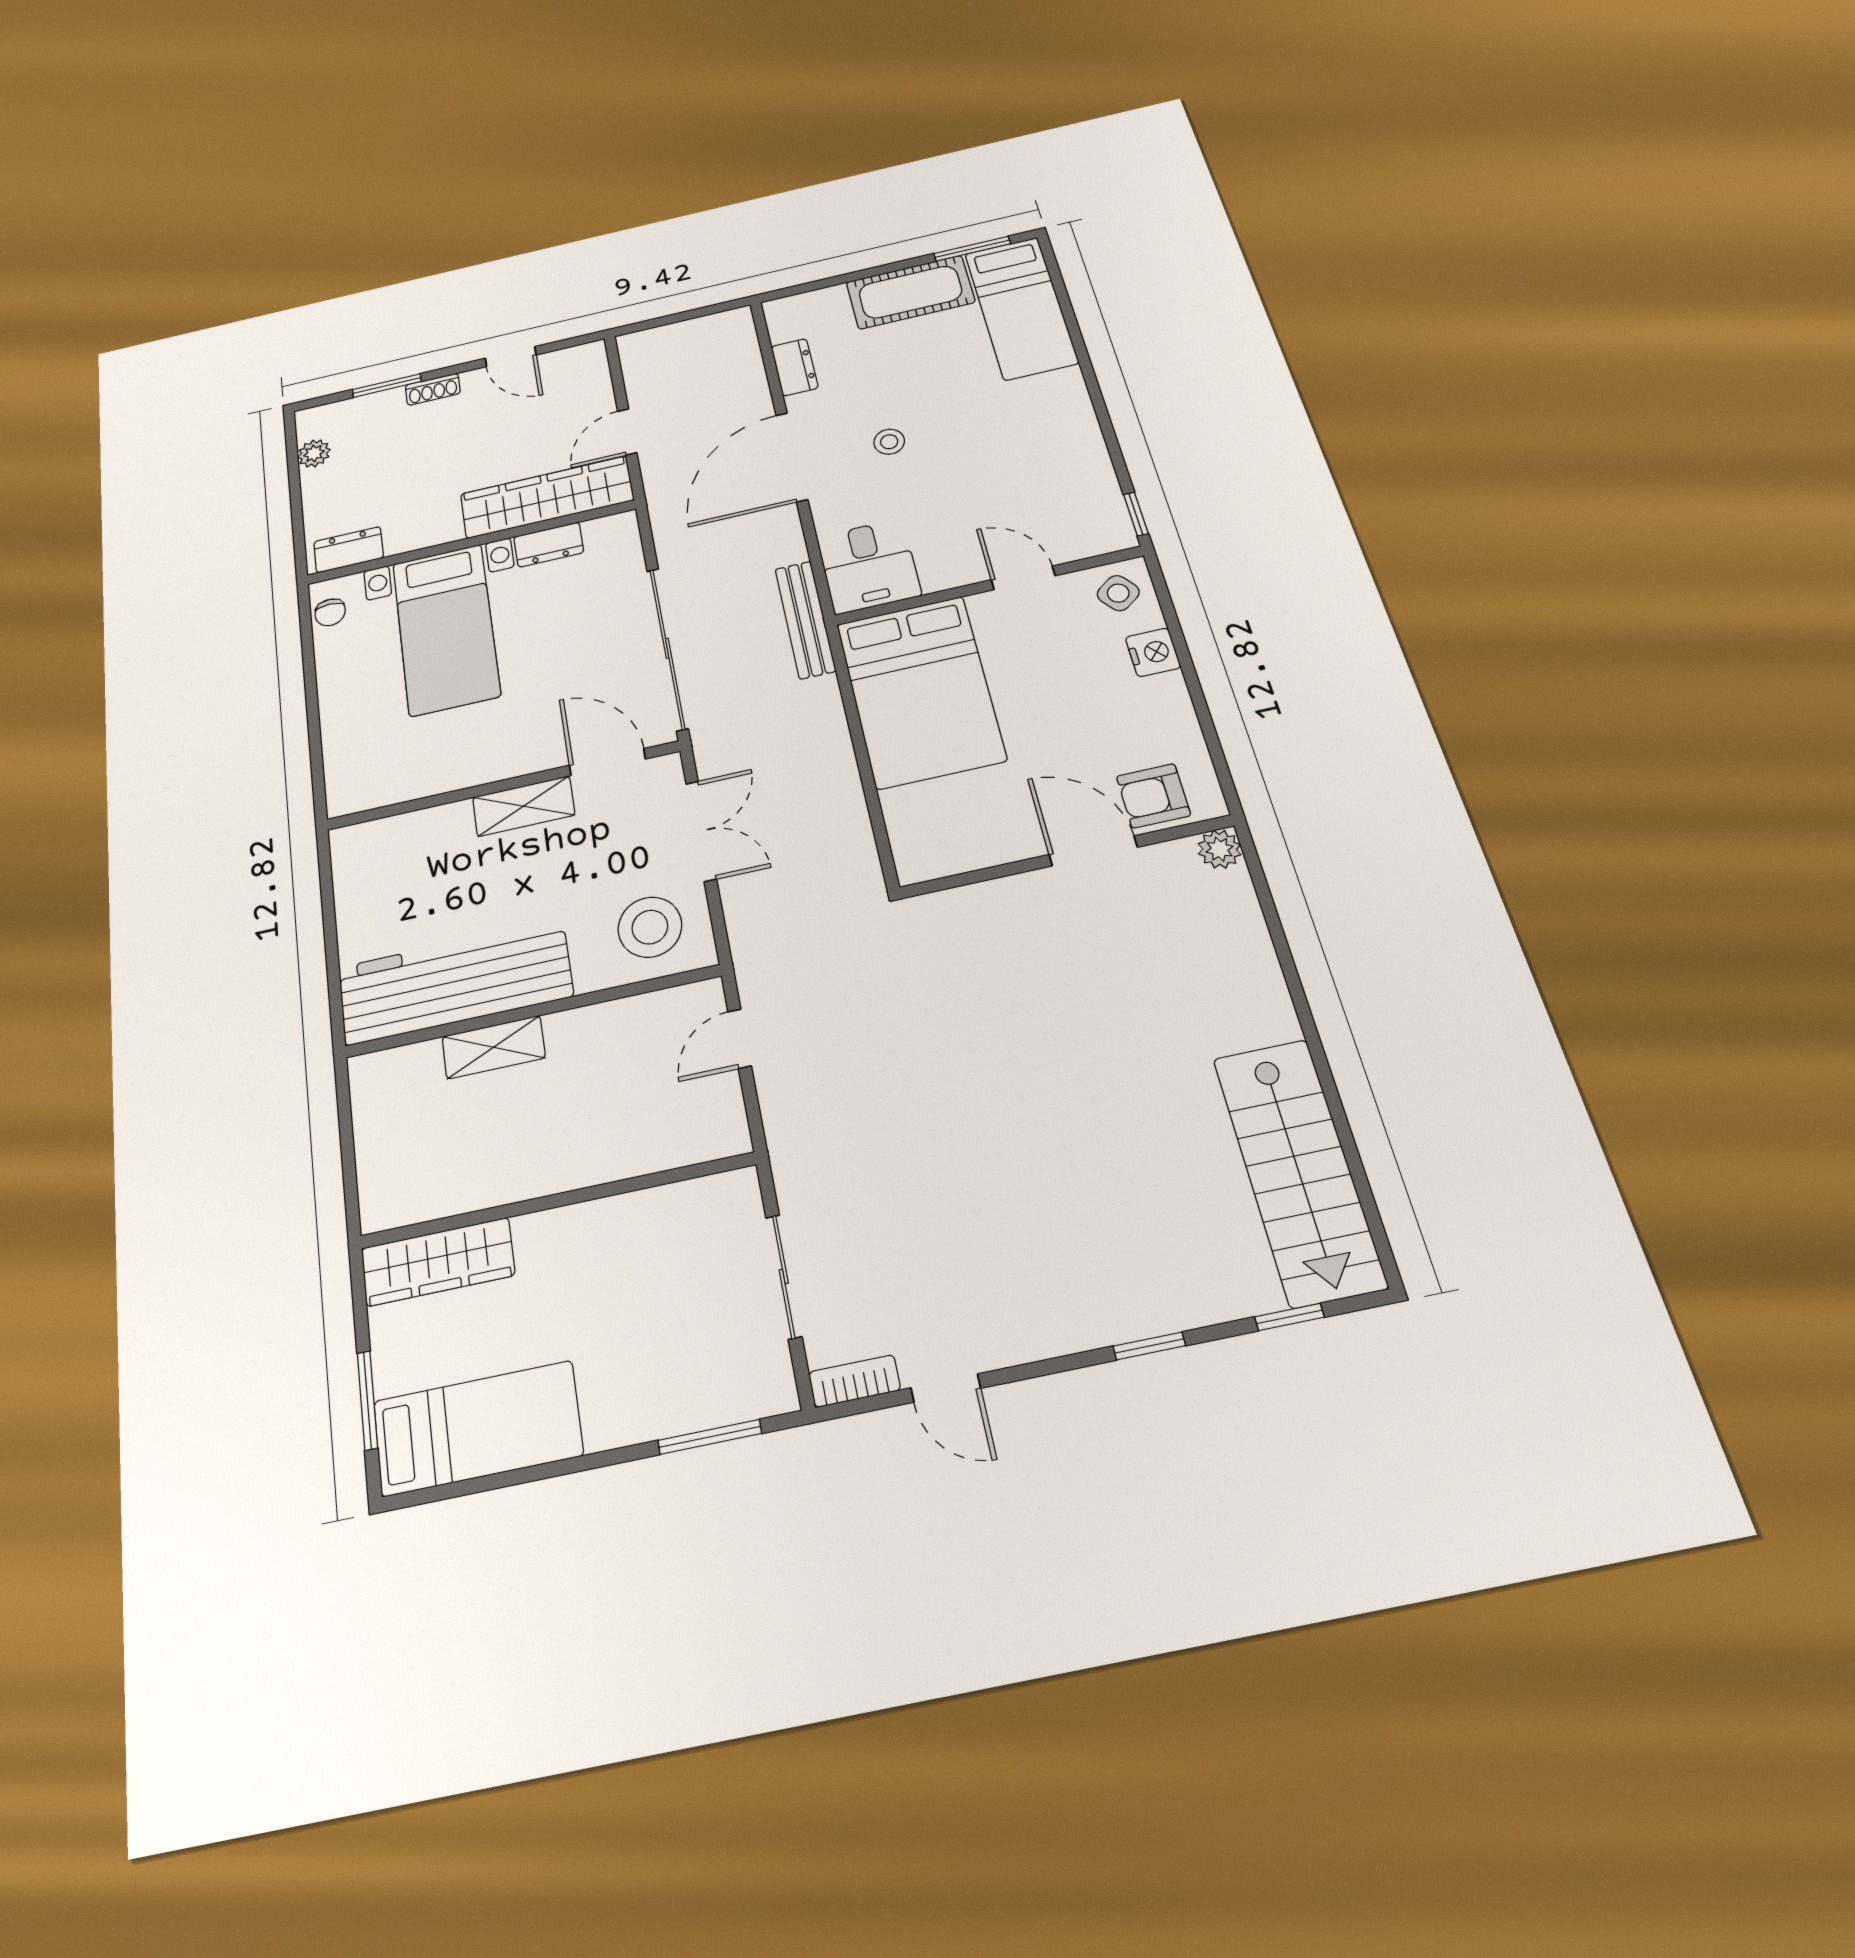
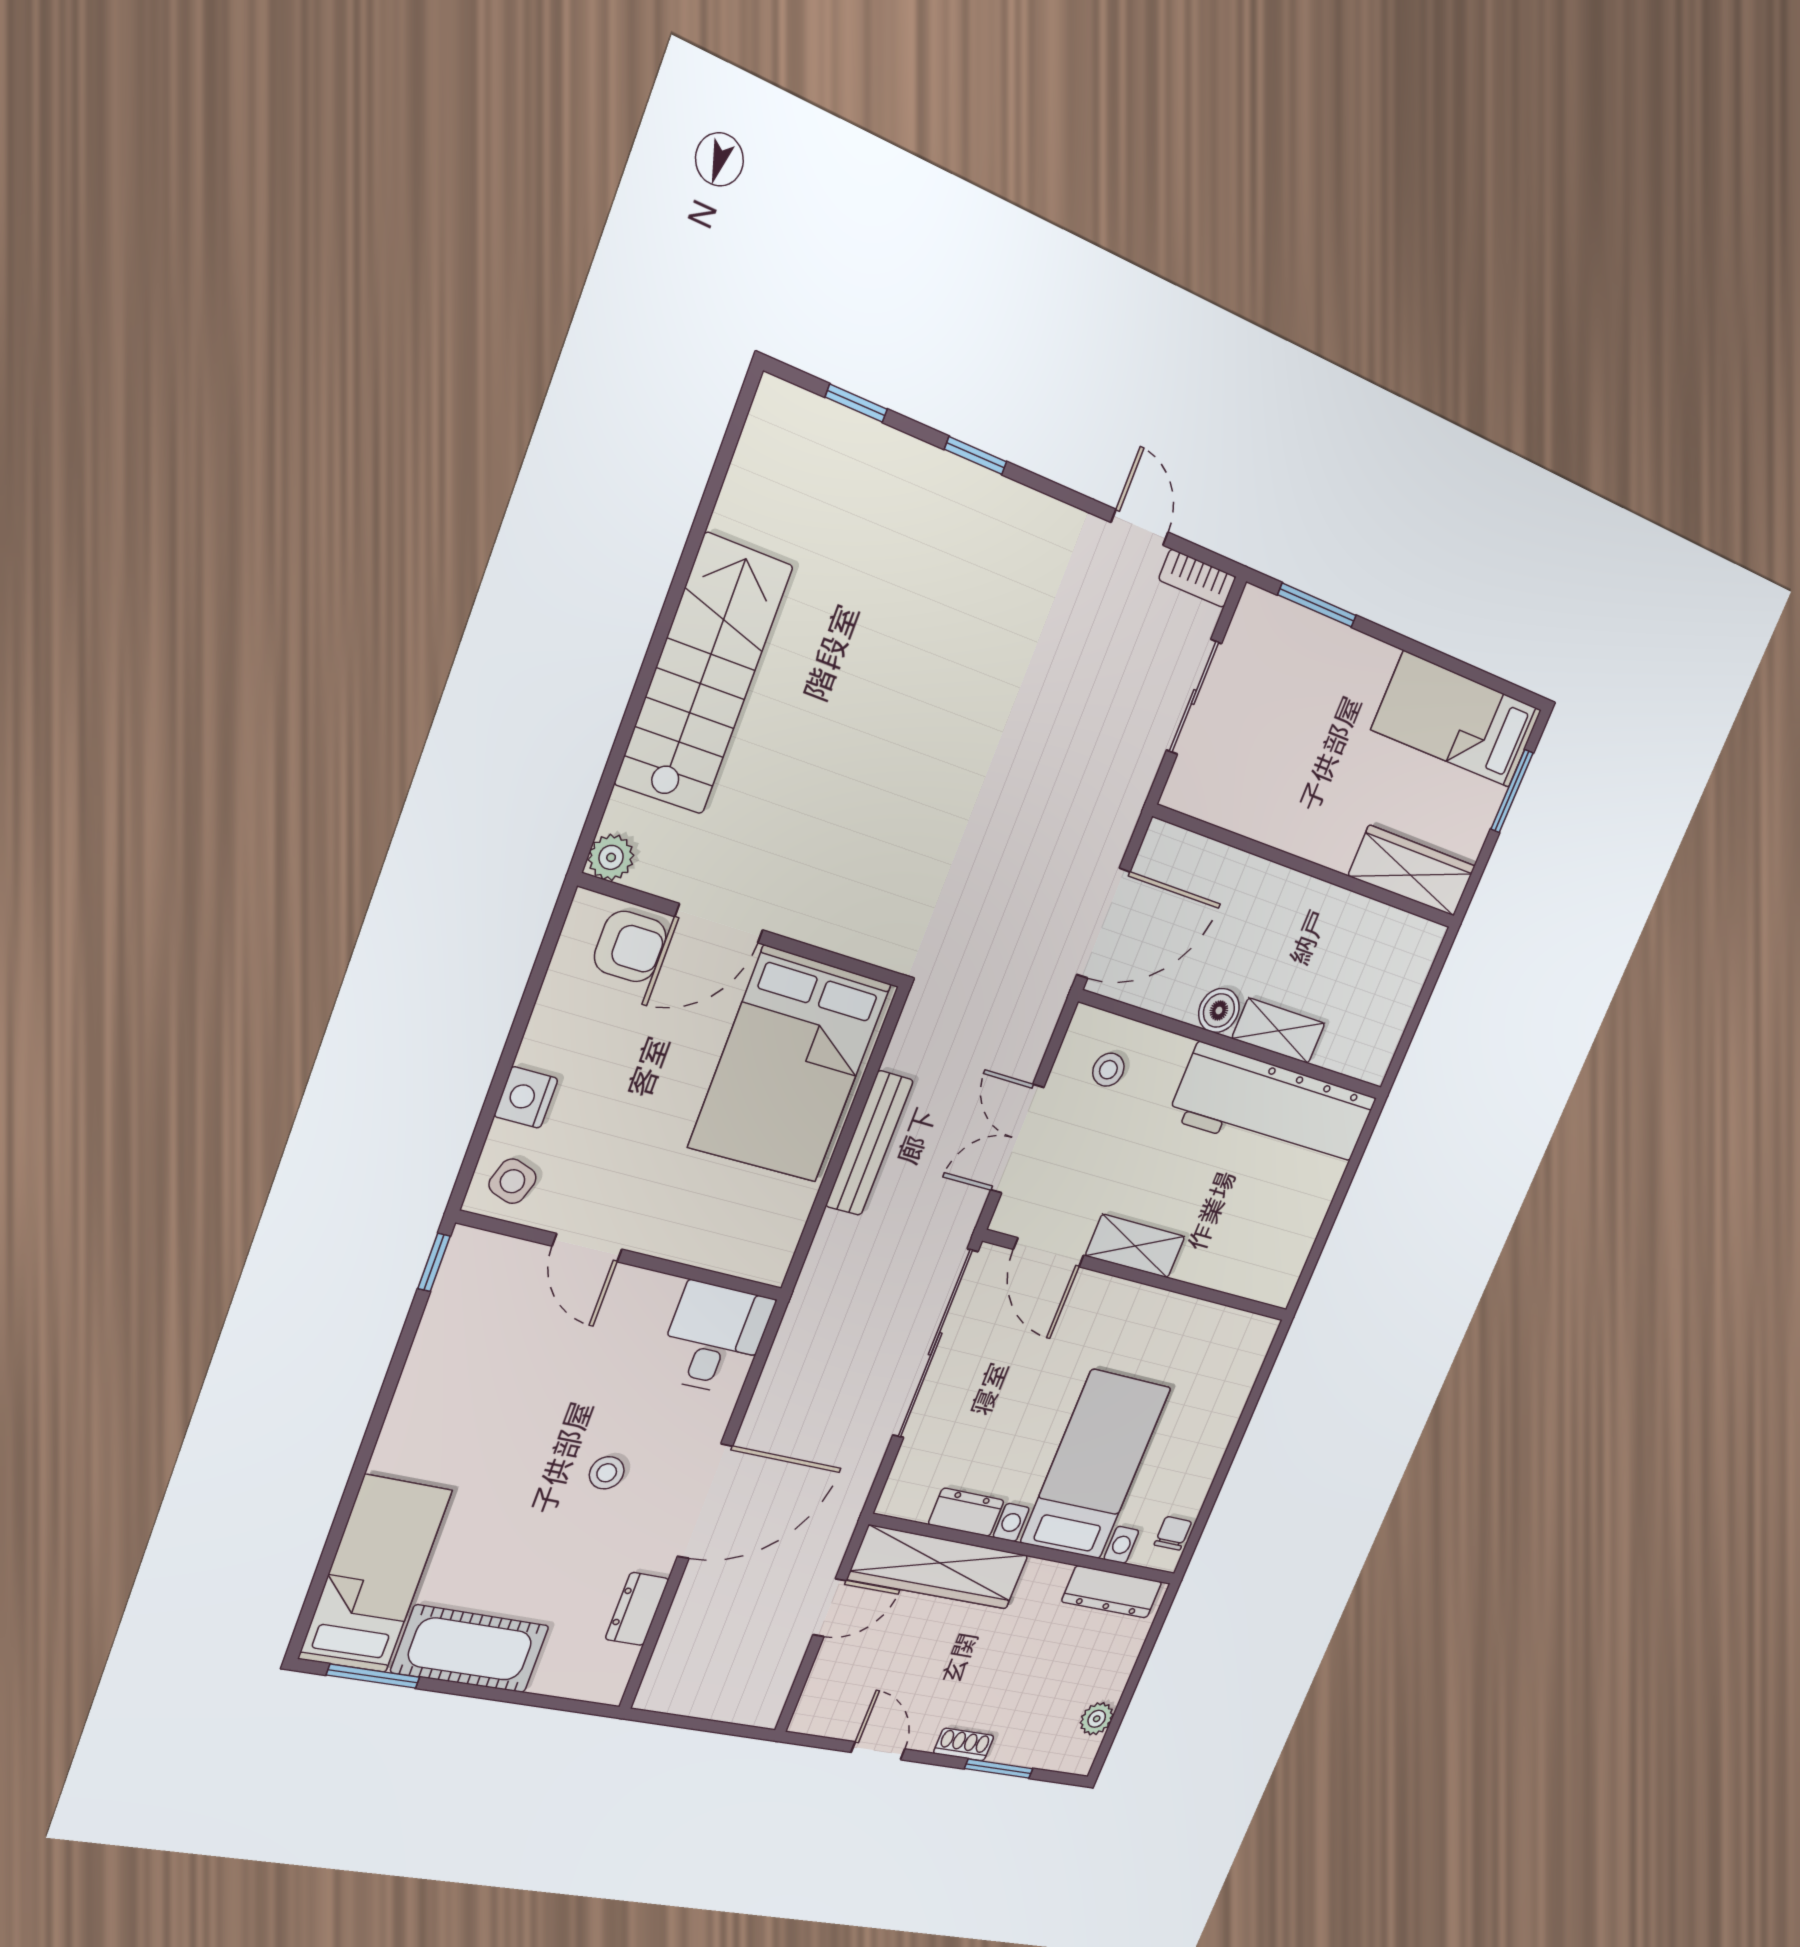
dresser: (349, 550) -> (1112, 1592), width x1.44
side table: (1118, 593) -> (513, 1181), turned -34
bench: (805, 620) -> (869, 1143), moved
bed: (920, 691) -> (790, 1065), moved, turned 180
door: (1093, 851) -> (719, 923), hinge flipped
stool: (650, 927) -> (1108, 1070), width x0.53, depth x0.53
boiler: (570, 1031) -> (1219, 1010), added
door: (740, 1039) -> (1103, 923), width x1.88
stairs: (1298, 1171) -> (703, 675), moved

